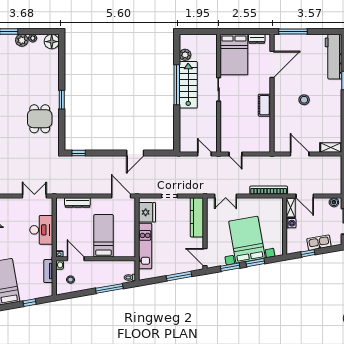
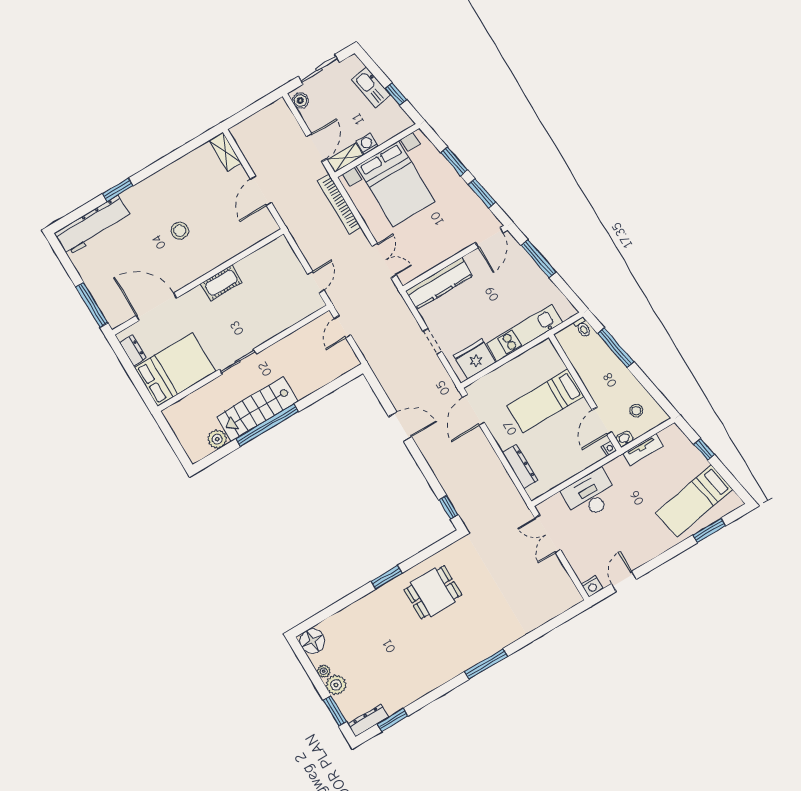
bed with nightstands: (247, 240) -> (396, 184), moved, turned -80

